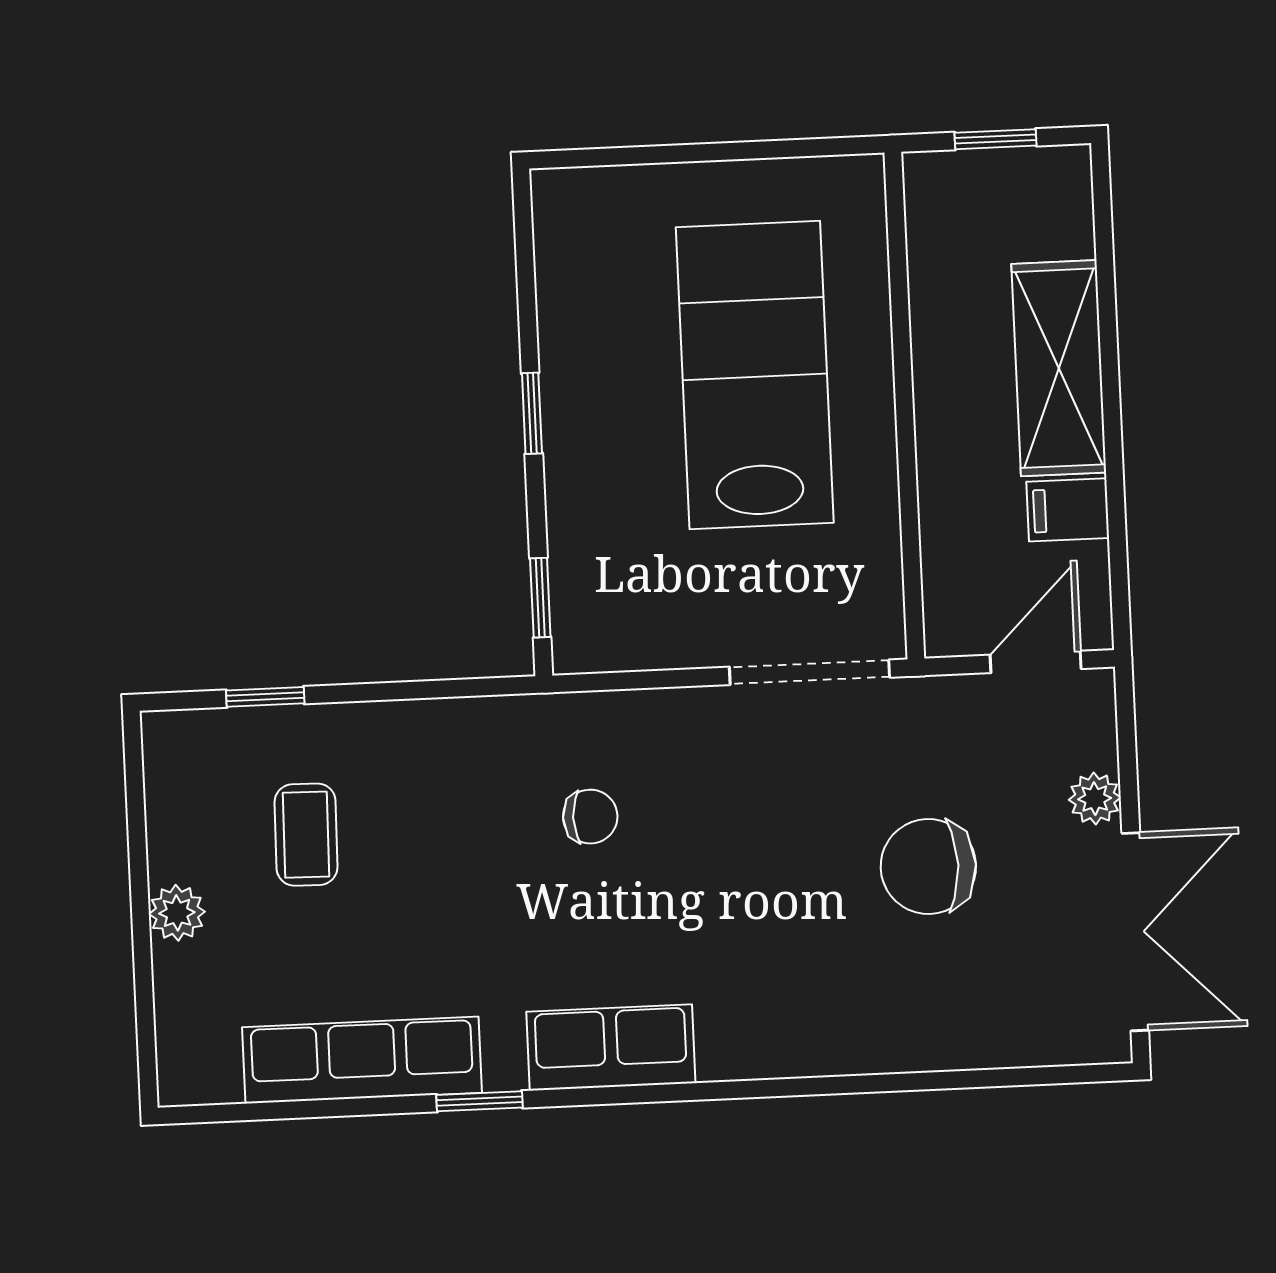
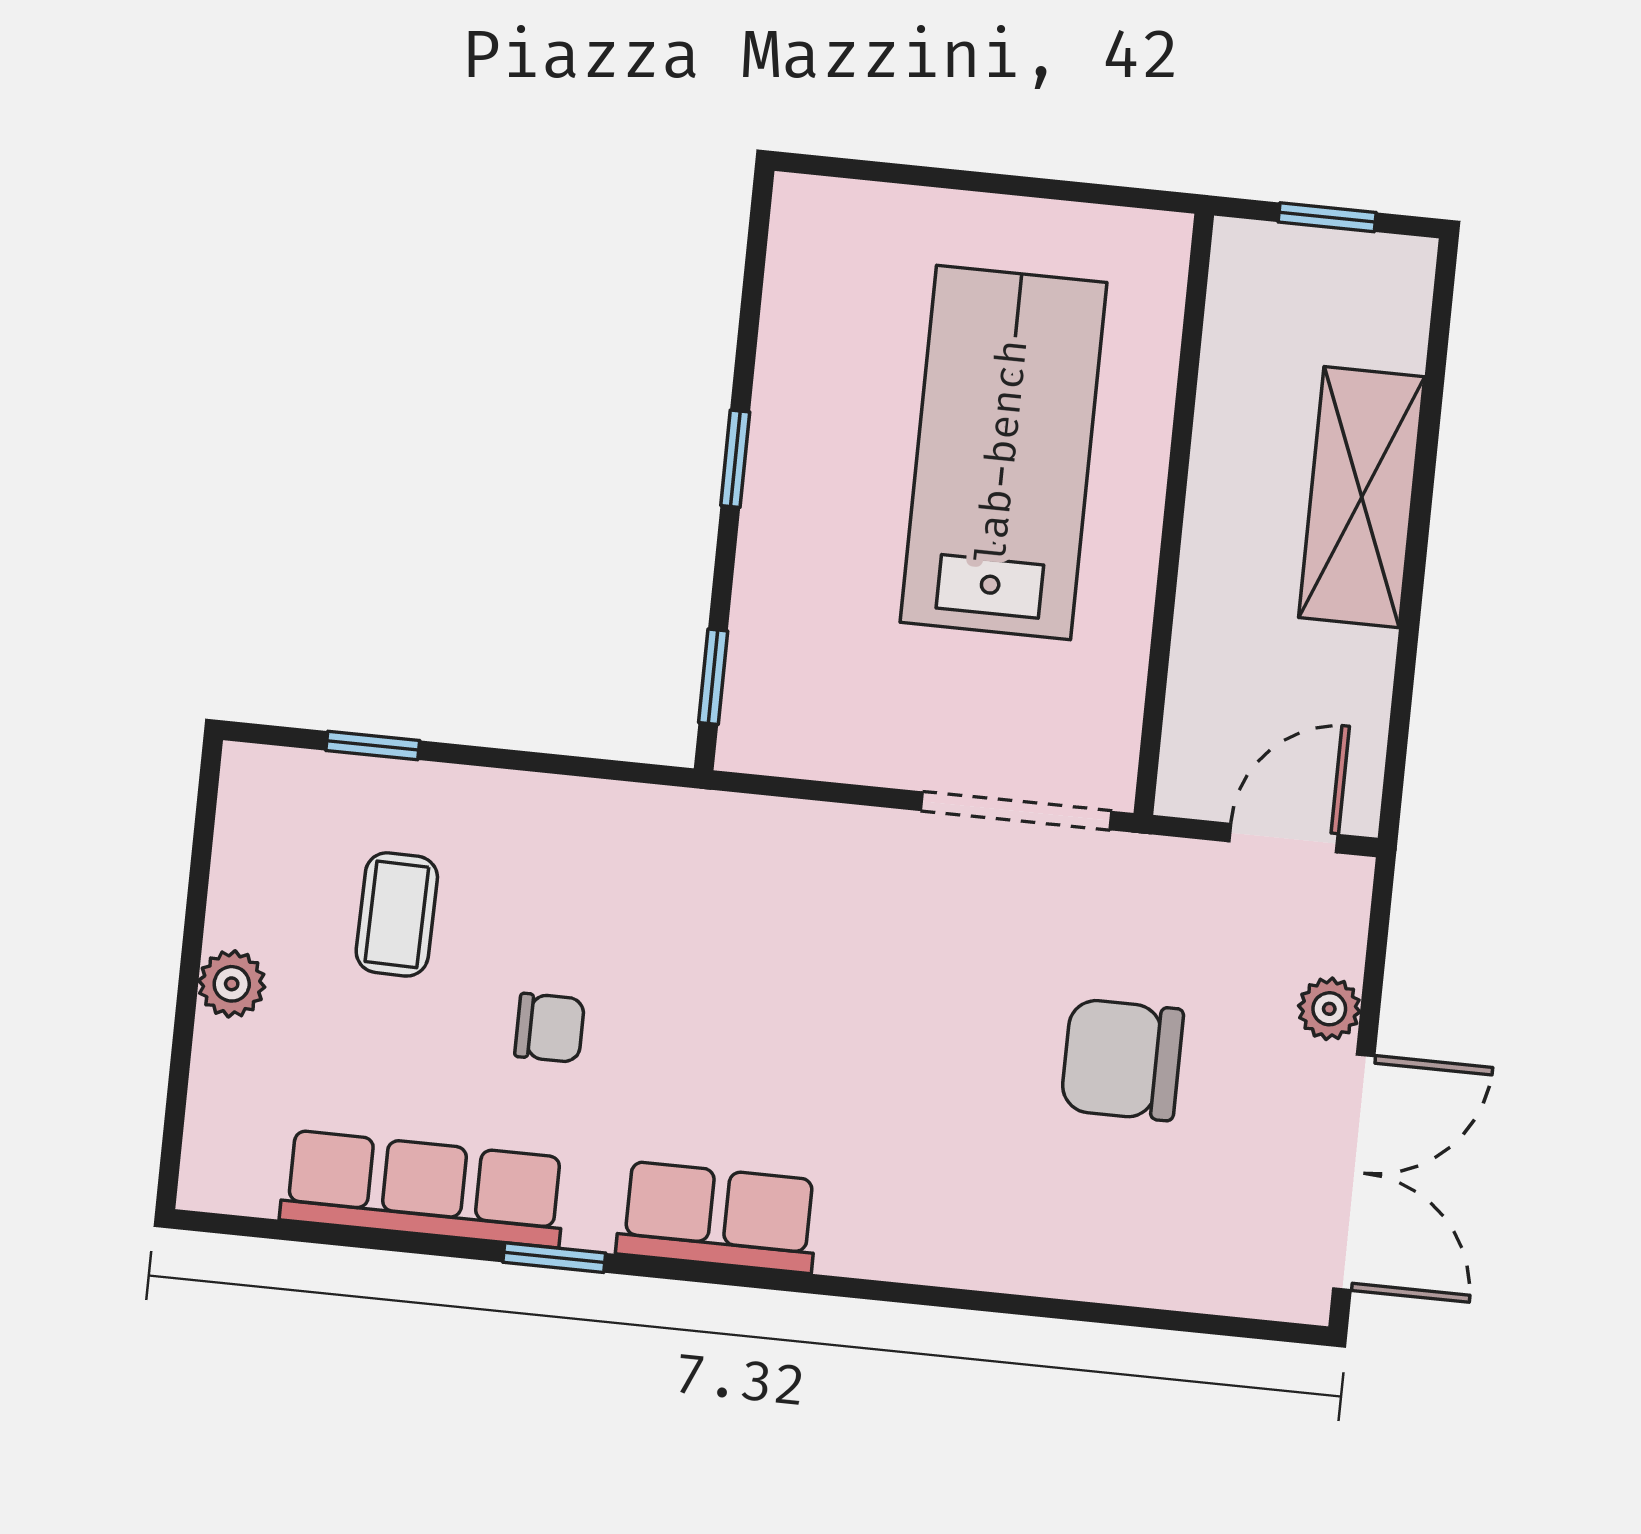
filing cabinet: (1068, 510) -> (1348, 665), removed
chair: (590, 817) -> (550, 1028), moved

